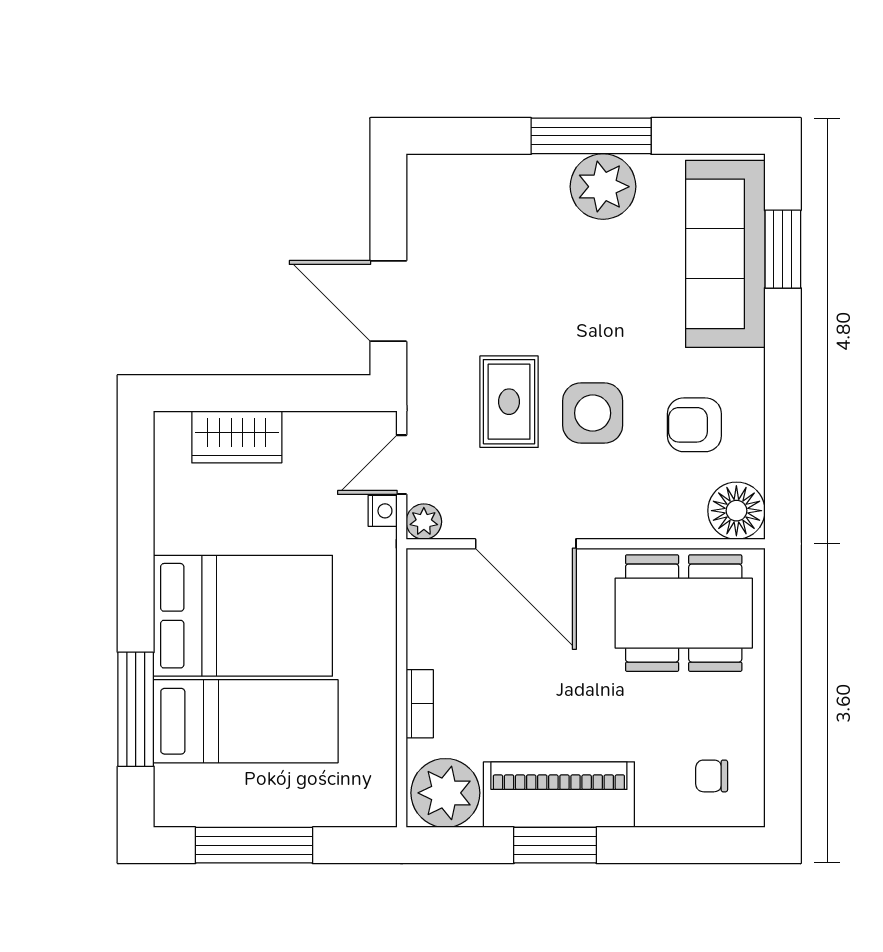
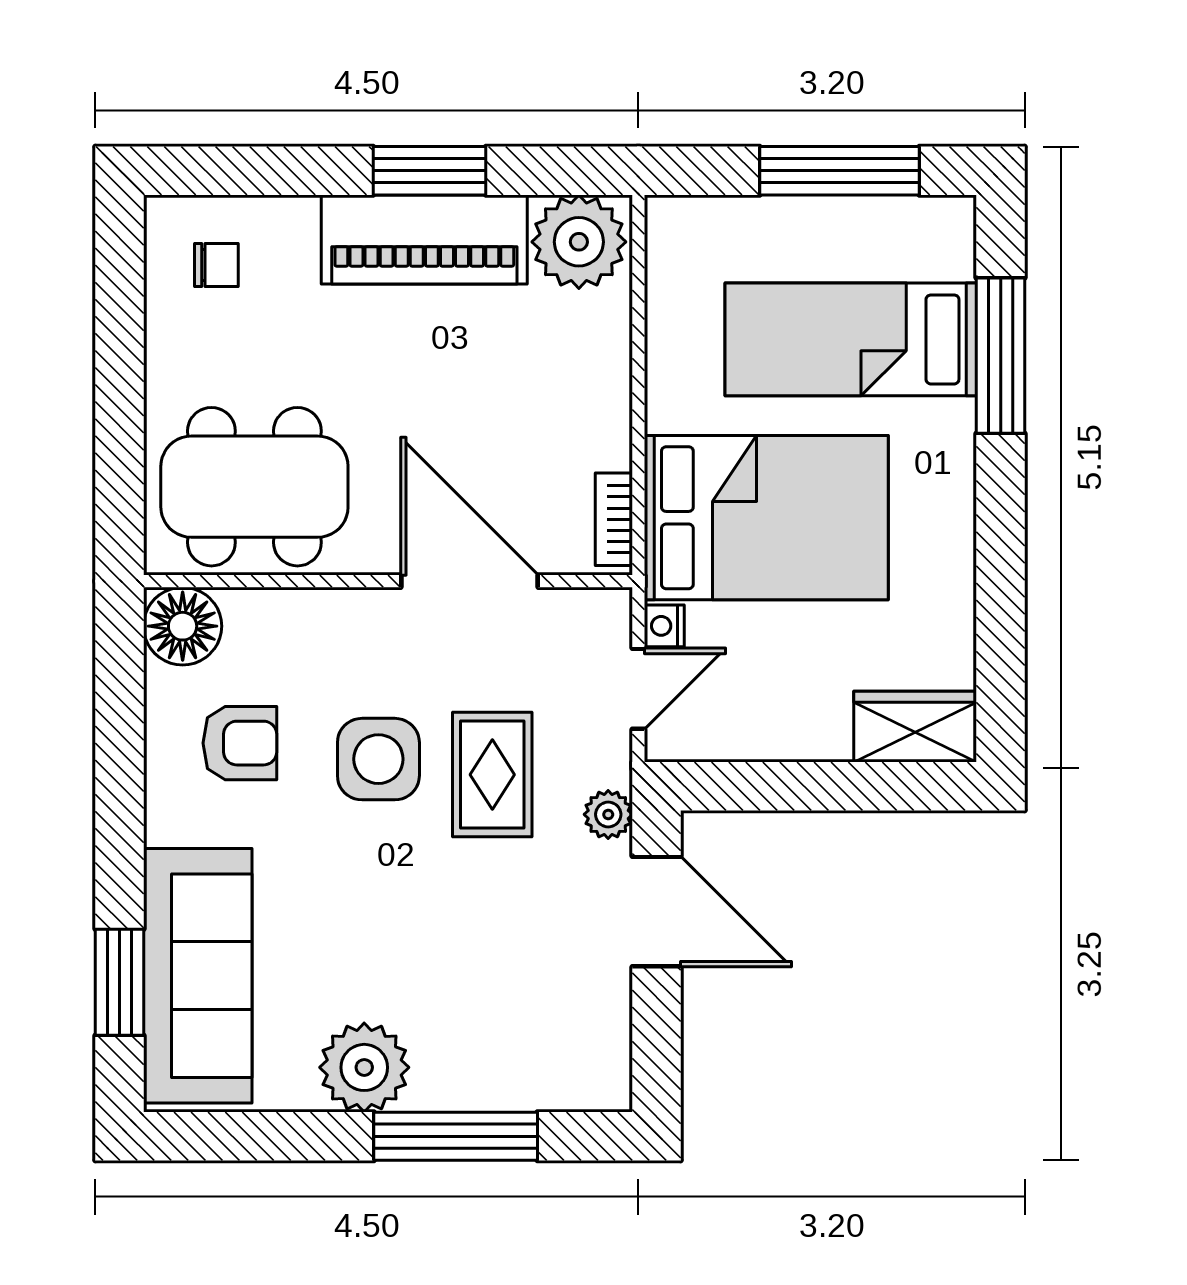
window: (591, 136) -> (456, 1136), moved
wardrobe: (237, 437) -> (915, 727), moved
plant: (424, 522) -> (608, 814), moved
bed: (243, 616) -> (766, 518), moved, turned 180
bookcase: (420, 704) -> (614, 519), moved

